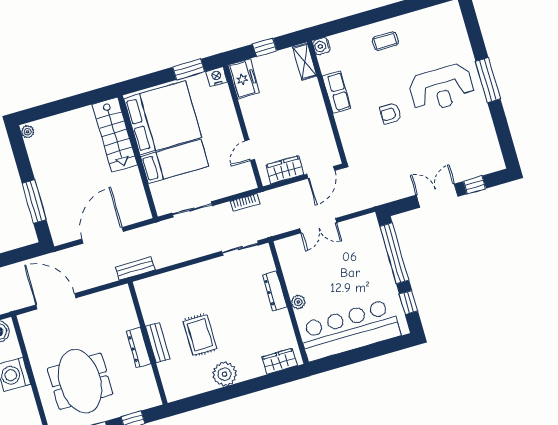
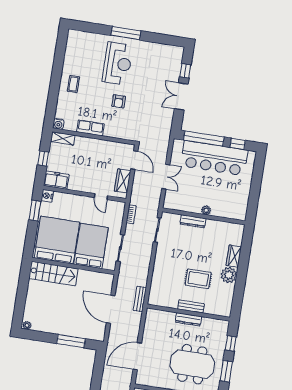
bed: (174, 161) -> (91, 246), width x1.50
bar counter: (349, 330) -> (214, 158), moved, turned -90
wardrobe: (279, 361) -> (234, 256), moved

